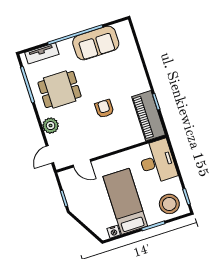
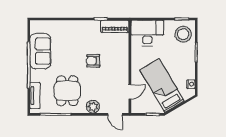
piano: (148, 116) -> (115, 26), width x0.73, depth x0.75
bed: (125, 201) -> (162, 85), moved, turned 60

